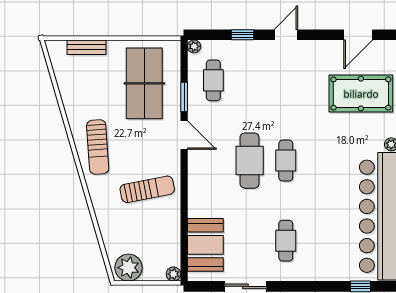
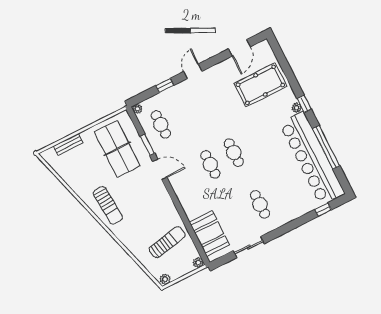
cafe table: (250, 161) -> (210, 164), width x0.73, depth x0.74
sun lounger: (147, 189) -> (167, 242), moved
plant: (128, 268) -> (165, 279), width x0.53, depth x0.53

